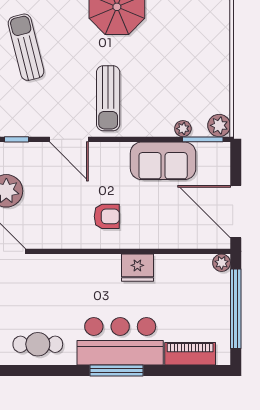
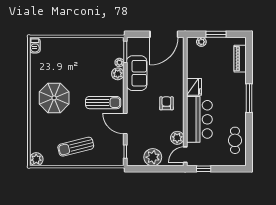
plant: (219, 125) -> (118, 74), moved
door: (69, 139) -> (125, 124), swing flipped
plant: (42, 236) -> (177, 138), added
plant: (222, 263) -> (201, 42), moved
window: (236, 309) -> (216, 34), width x0.47
bar counter: (120, 341) -> (199, 119), moved, turned 180

